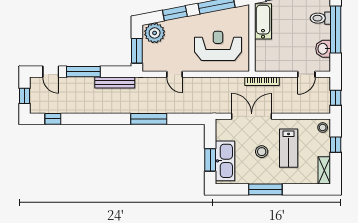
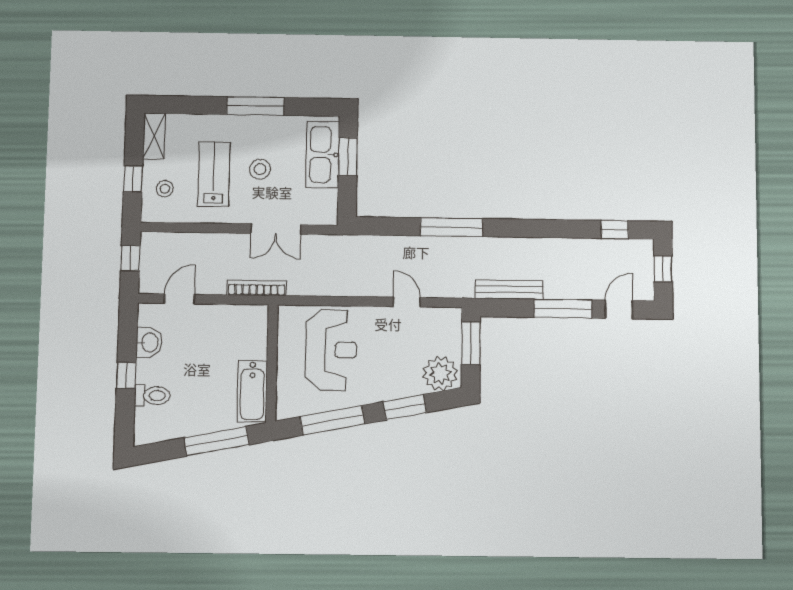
window: (336, 30) -> (126, 375), width x0.32
reception desk: (218, 46) -> (331, 350), turned -90
door: (51, 72) -> (619, 309), hinge flipped
double door: (252, 116) -> (276, 229), width x0.73
stool: (323, 127) -> (165, 189), moved

